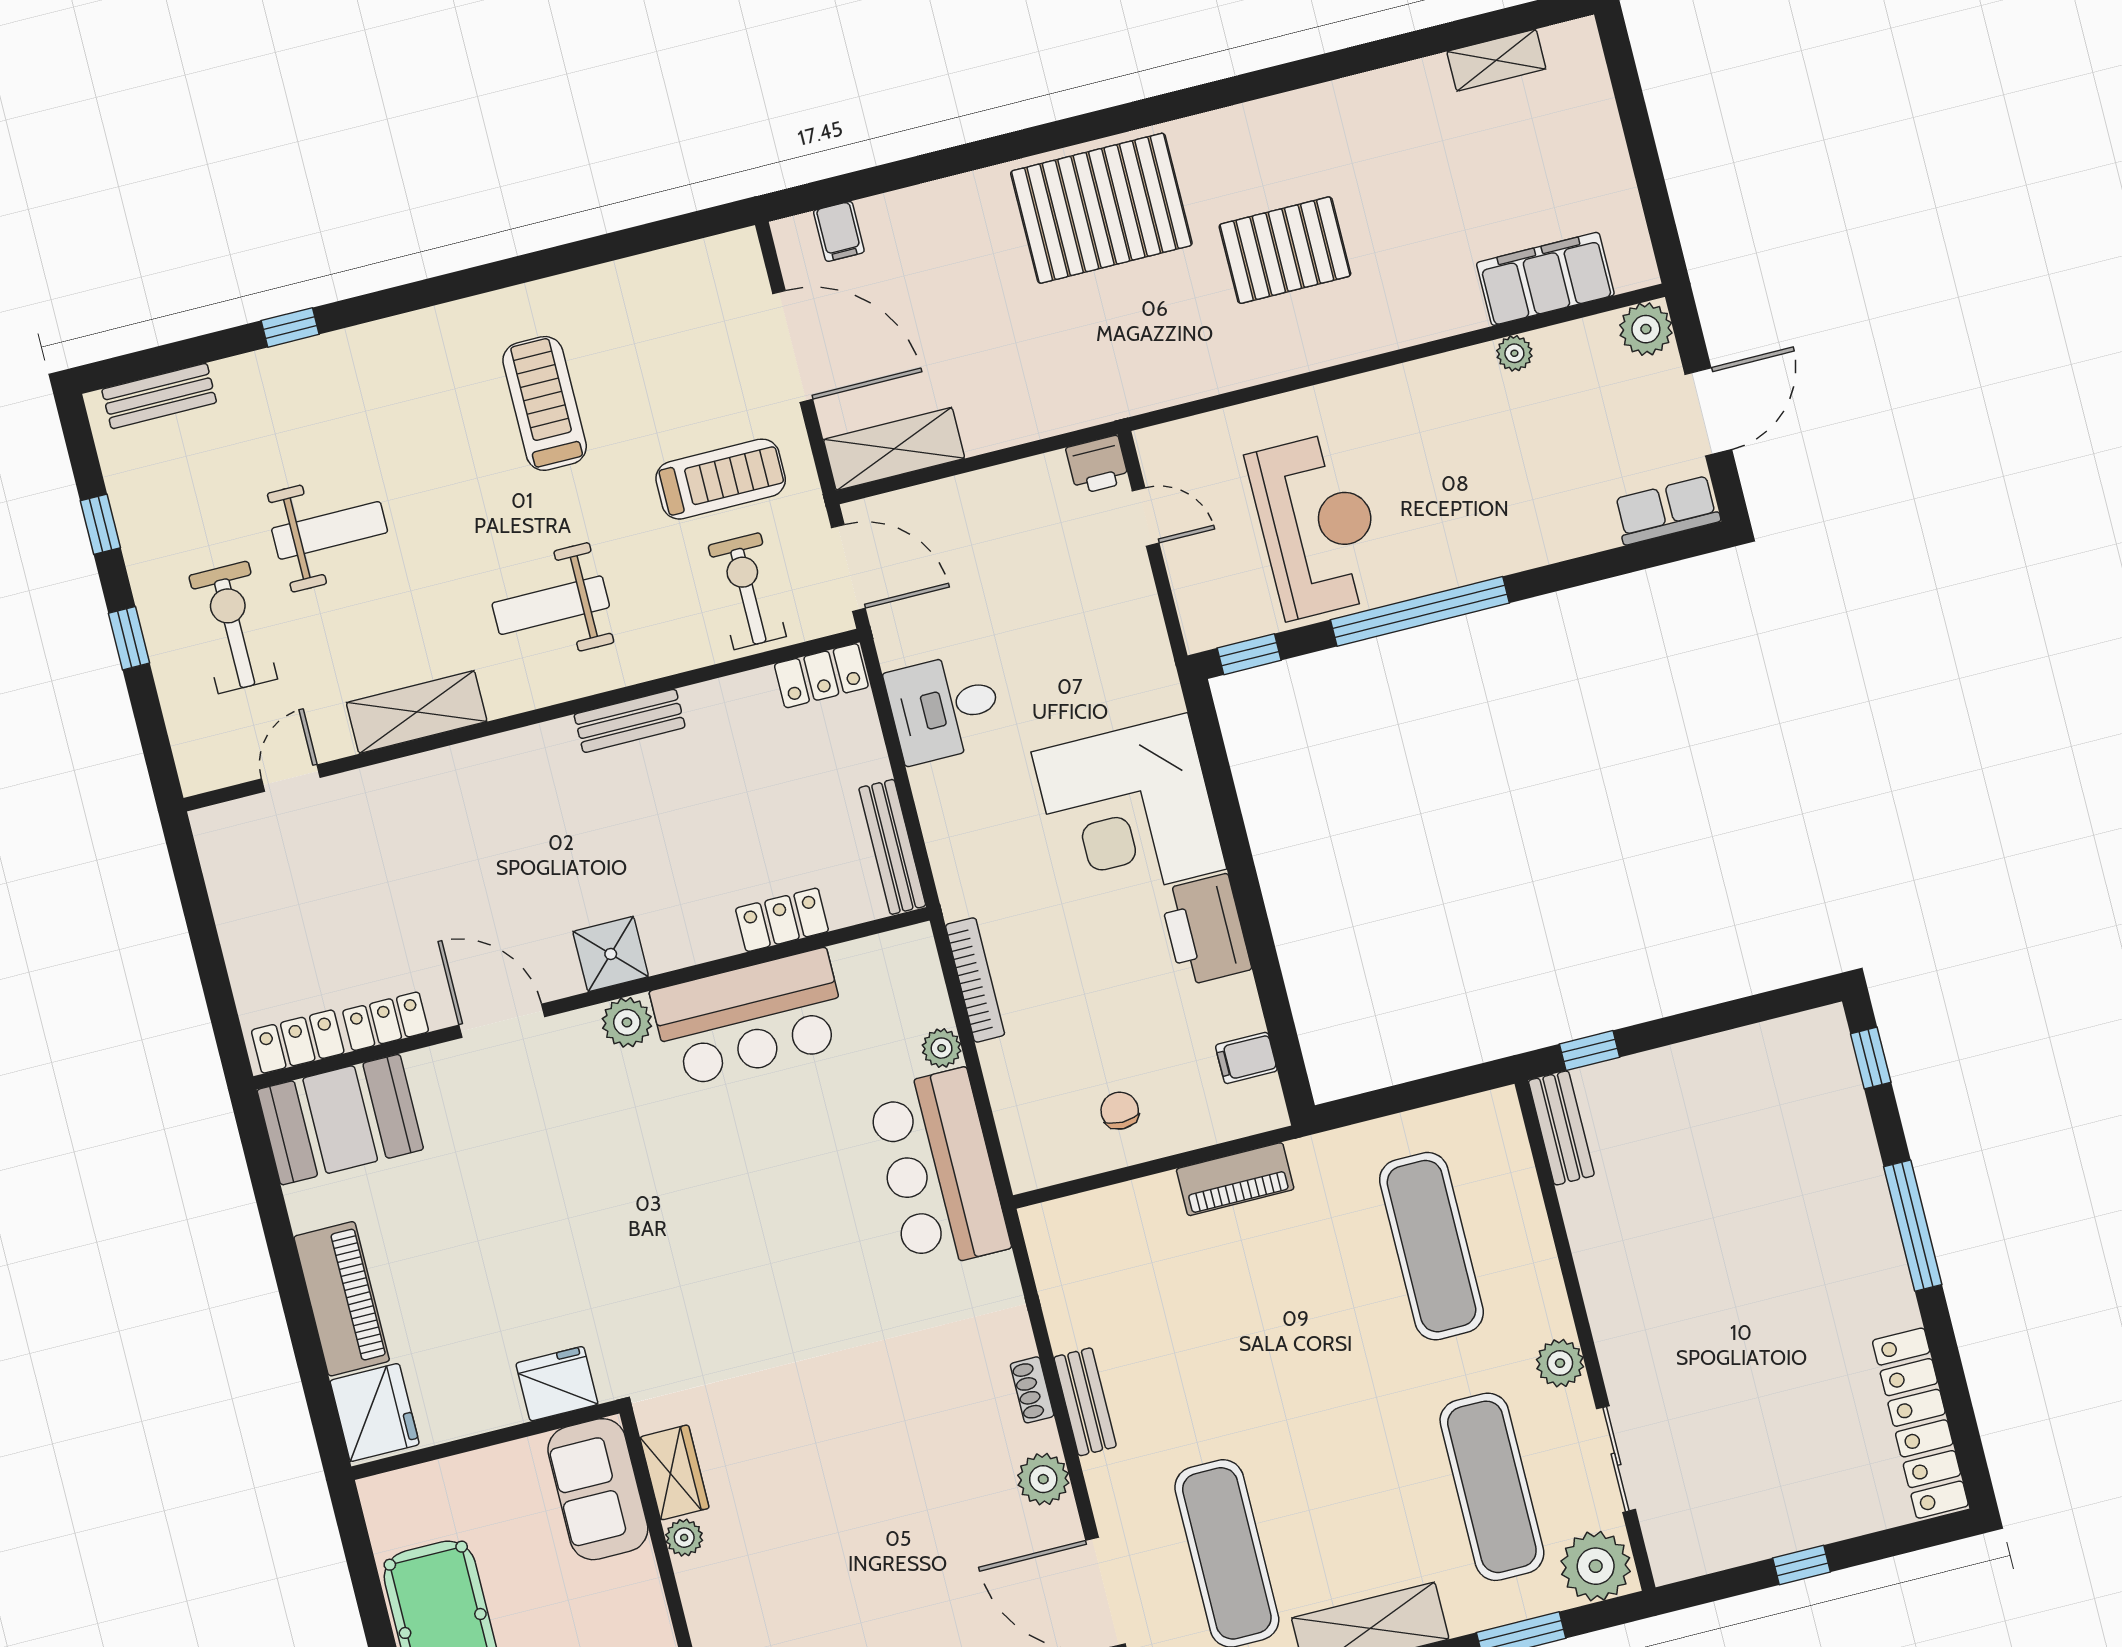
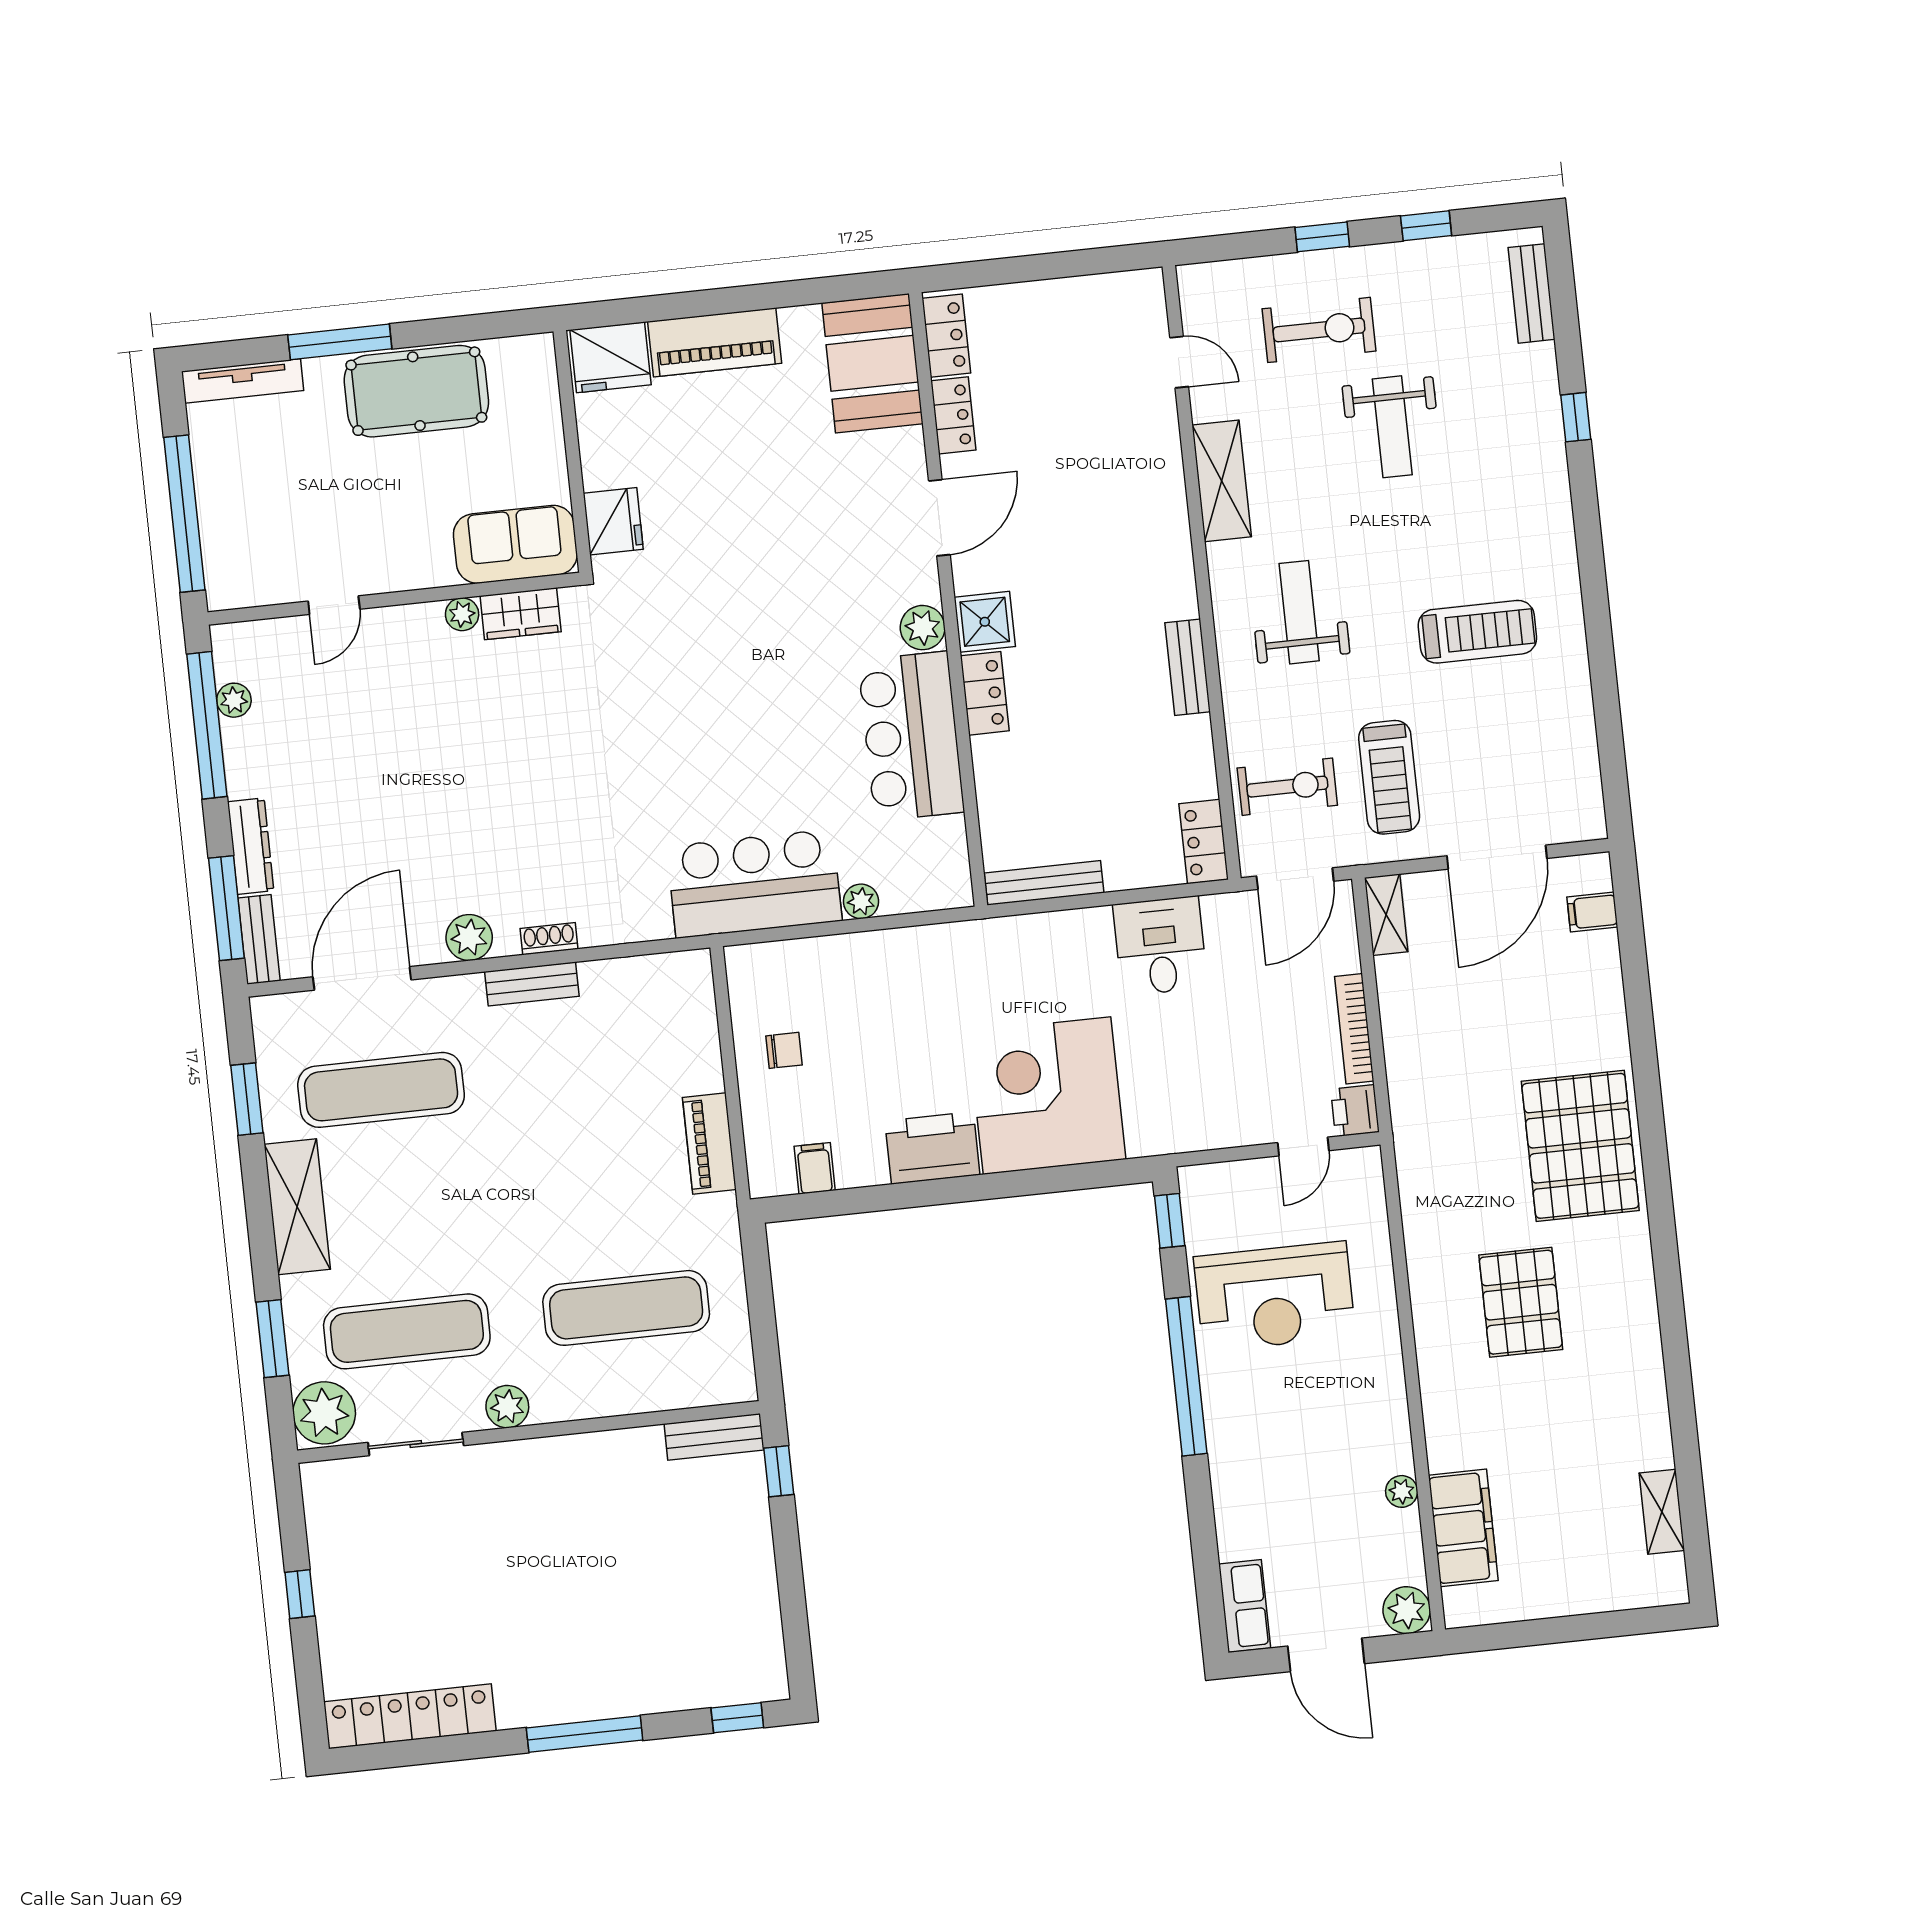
shelving: (894, 449) -> (1386, 915), width x0.67, depth x0.75
locker: (782, 920) -> (985, 693), moved
bookcase: (975, 980) -> (1354, 1029), moved, turned 90

